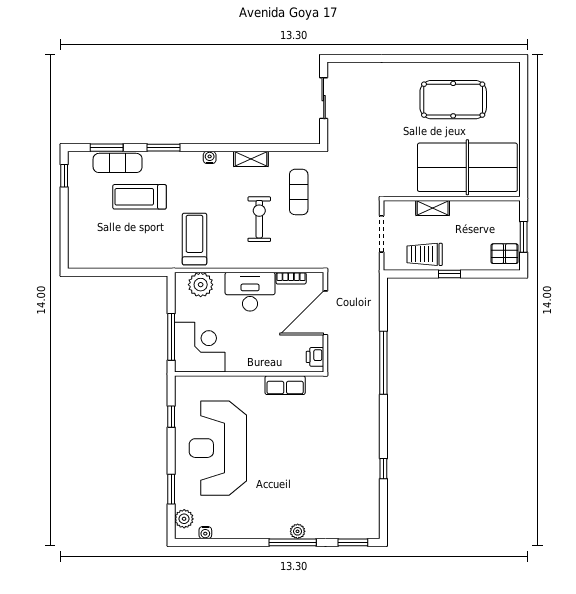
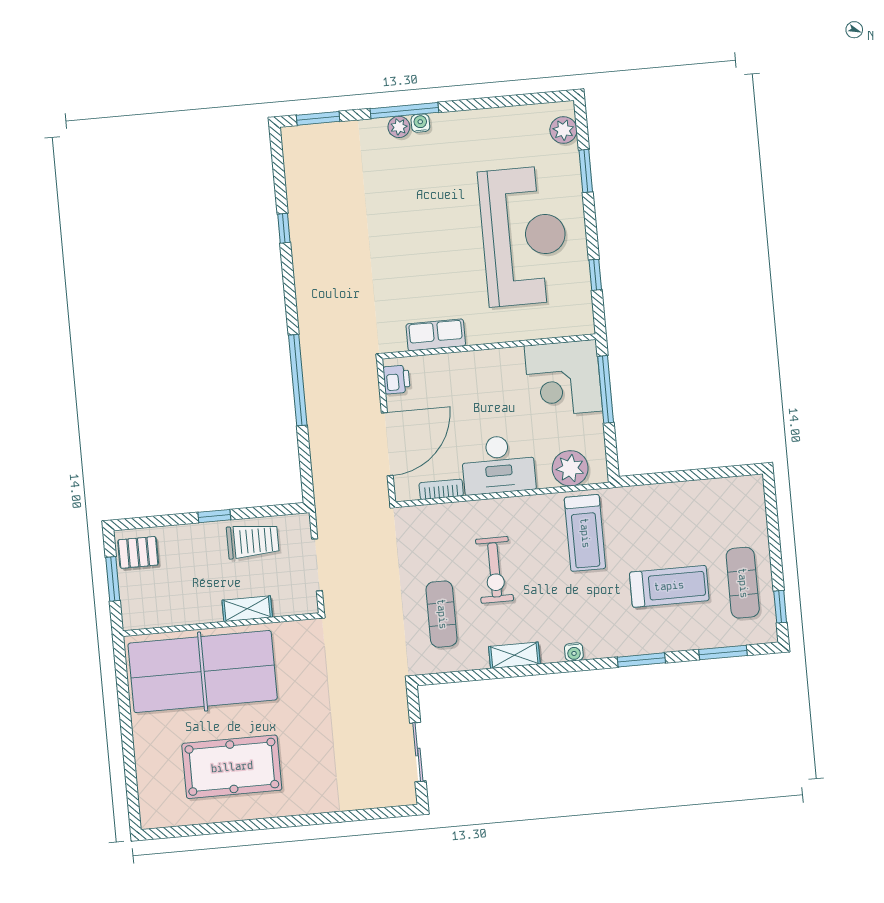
exercise mat: (118, 163) -> (743, 583), moved, turned 90
water cooler: (205, 533) -> (420, 123), moved

